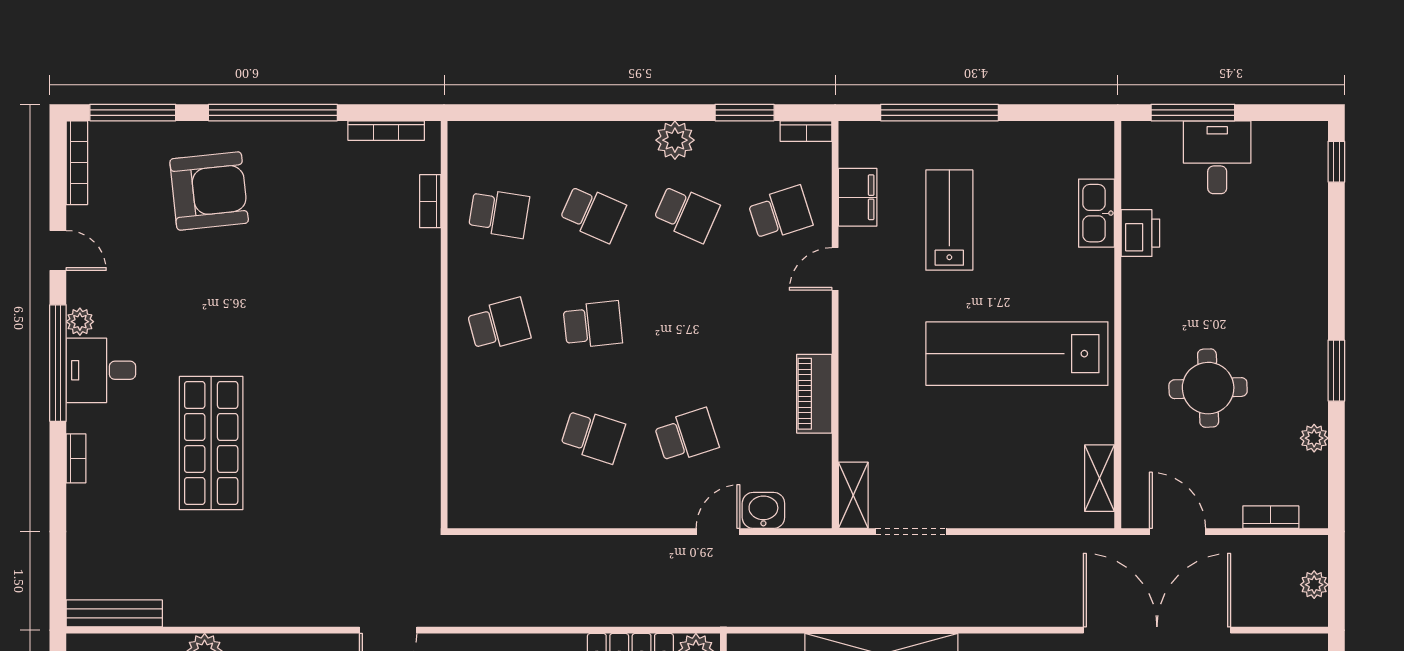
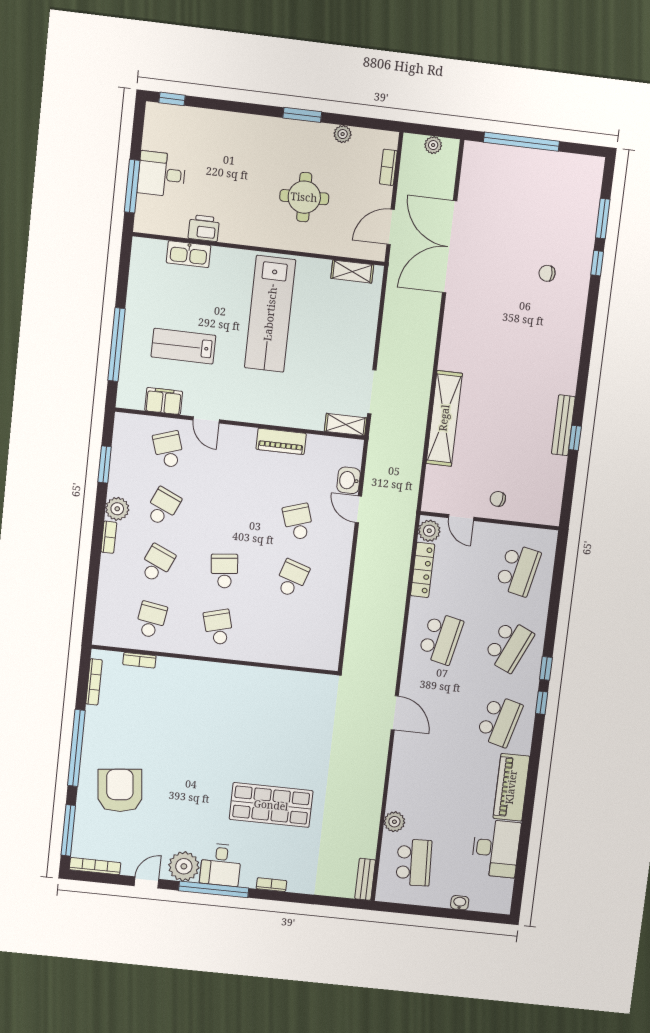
bookcase: (806, 131) -> (109, 537), moved
plant: (80, 322) -> (184, 866), width x1.87, depth x1.87
bench: (114, 613) -> (365, 879), width x0.73

